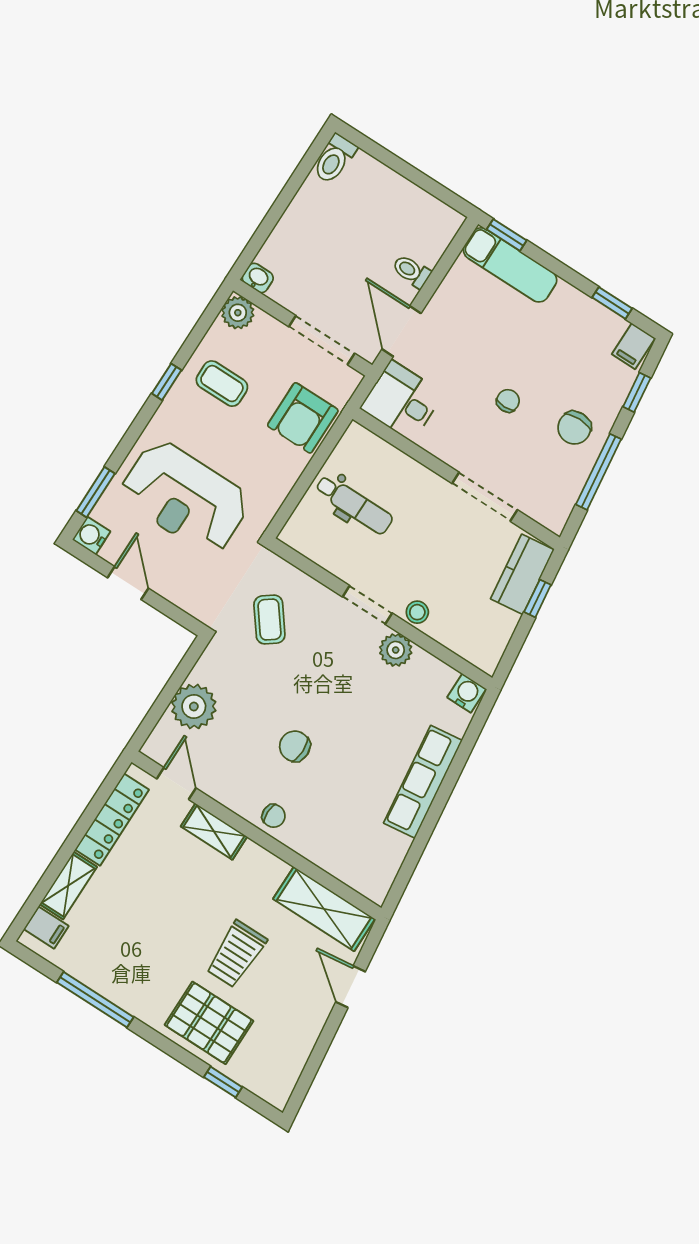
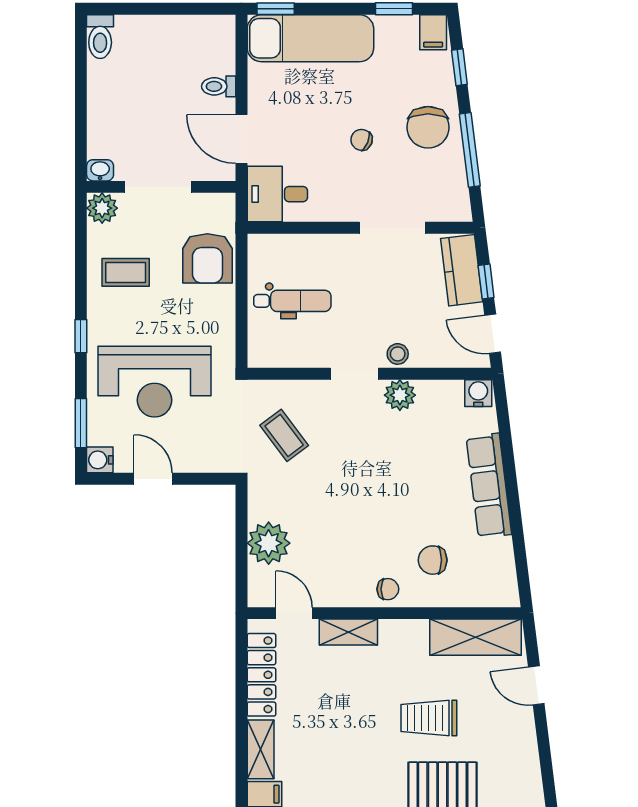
exam couch: (510, 265) -> (310, 38), width x1.36, depth x1.45
doorway: (322, 340) -> (158, 187), moved
window: (167, 382) -> (81, 336), moved
chair: (508, 401) -> (362, 140), turned -68
chair: (574, 428) -> (428, 127), width x1.37, depth x1.37
door: (513, 649) -> (493, 334), added
chair: (295, 746) -> (433, 560), moved
trolley: (236, 954) -> (429, 718), turned 90

